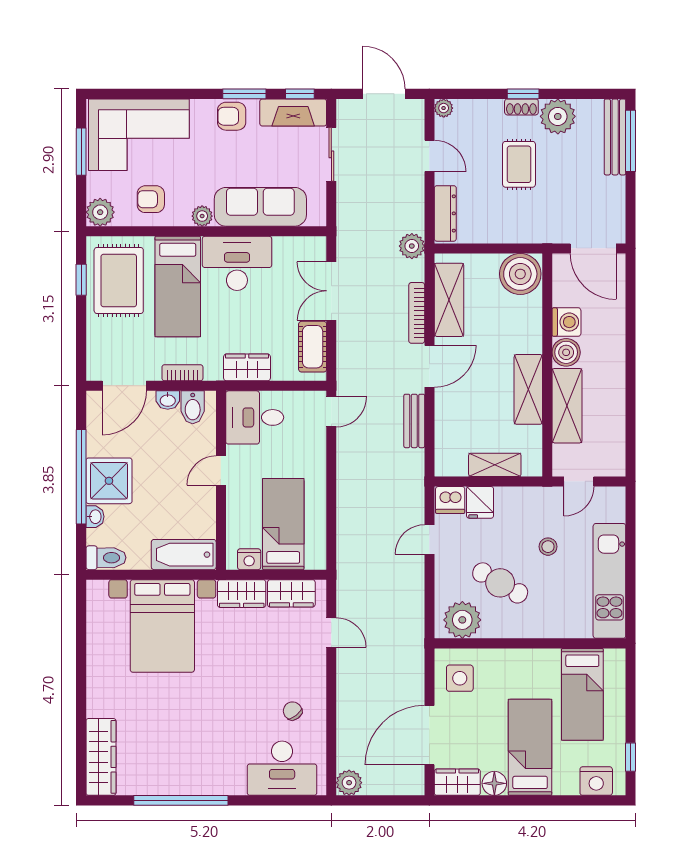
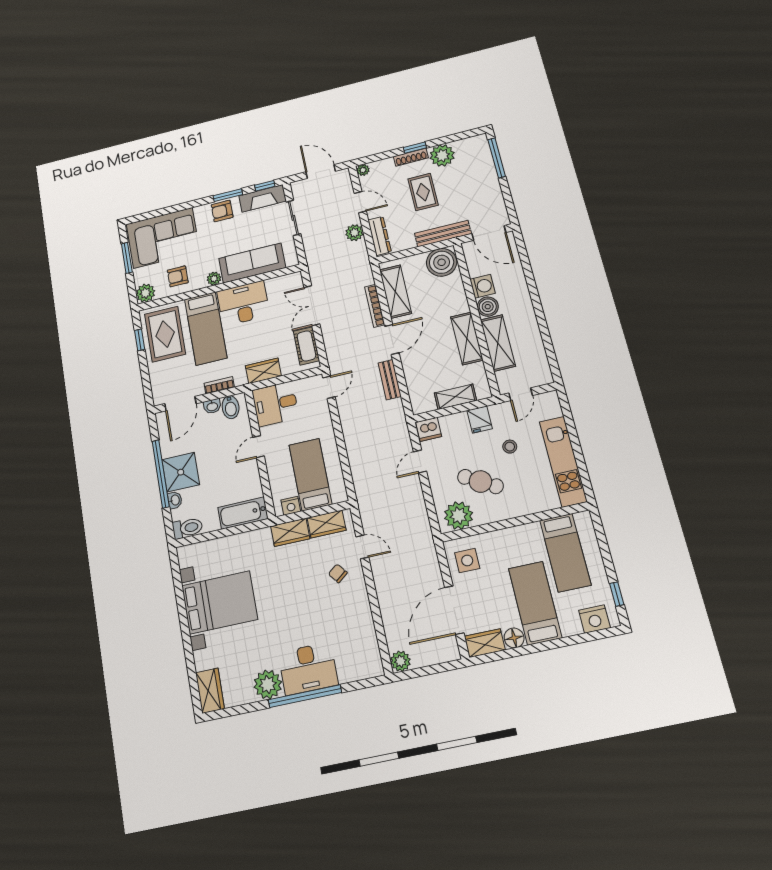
shoe rack: (521, 107) -> (411, 157), width x1.43
bench: (615, 137) -> (443, 234), moved, turned 90
plant: (412, 246) -> (354, 233), moved
fridge: (480, 502) -> (480, 420), moved
bed with nightstands: (162, 626) -> (220, 602), moved, turned -90
chair: (293, 711) -> (338, 573), moved
wardrobe: (101, 757) -> (210, 691), width x0.67
desk: (282, 768) -> (308, 669), moved
plant: (176, 777) -> (268, 685), added
window: (181, 800) -> (305, 696), moved

